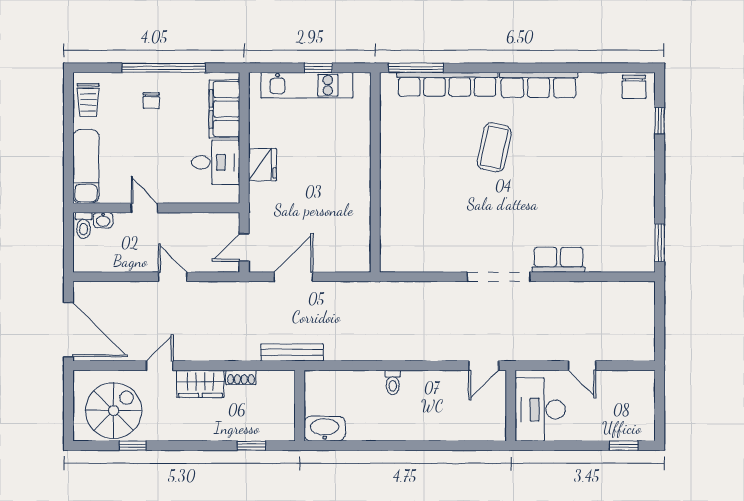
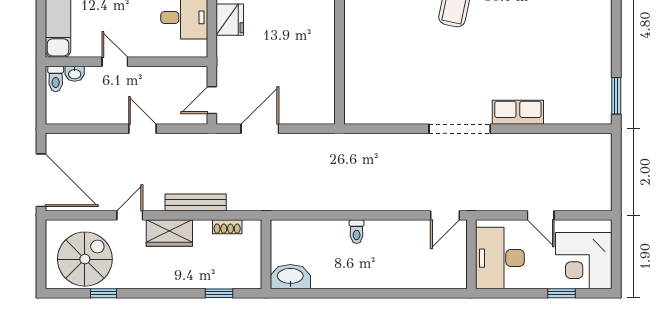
bench: (292, 352) -> (196, 202), moved
shoe rack: (241, 377) -> (227, 227), moved
corner desk: (626, 412) -> (584, 261), added
window: (624, 446) -> (561, 293), moved

